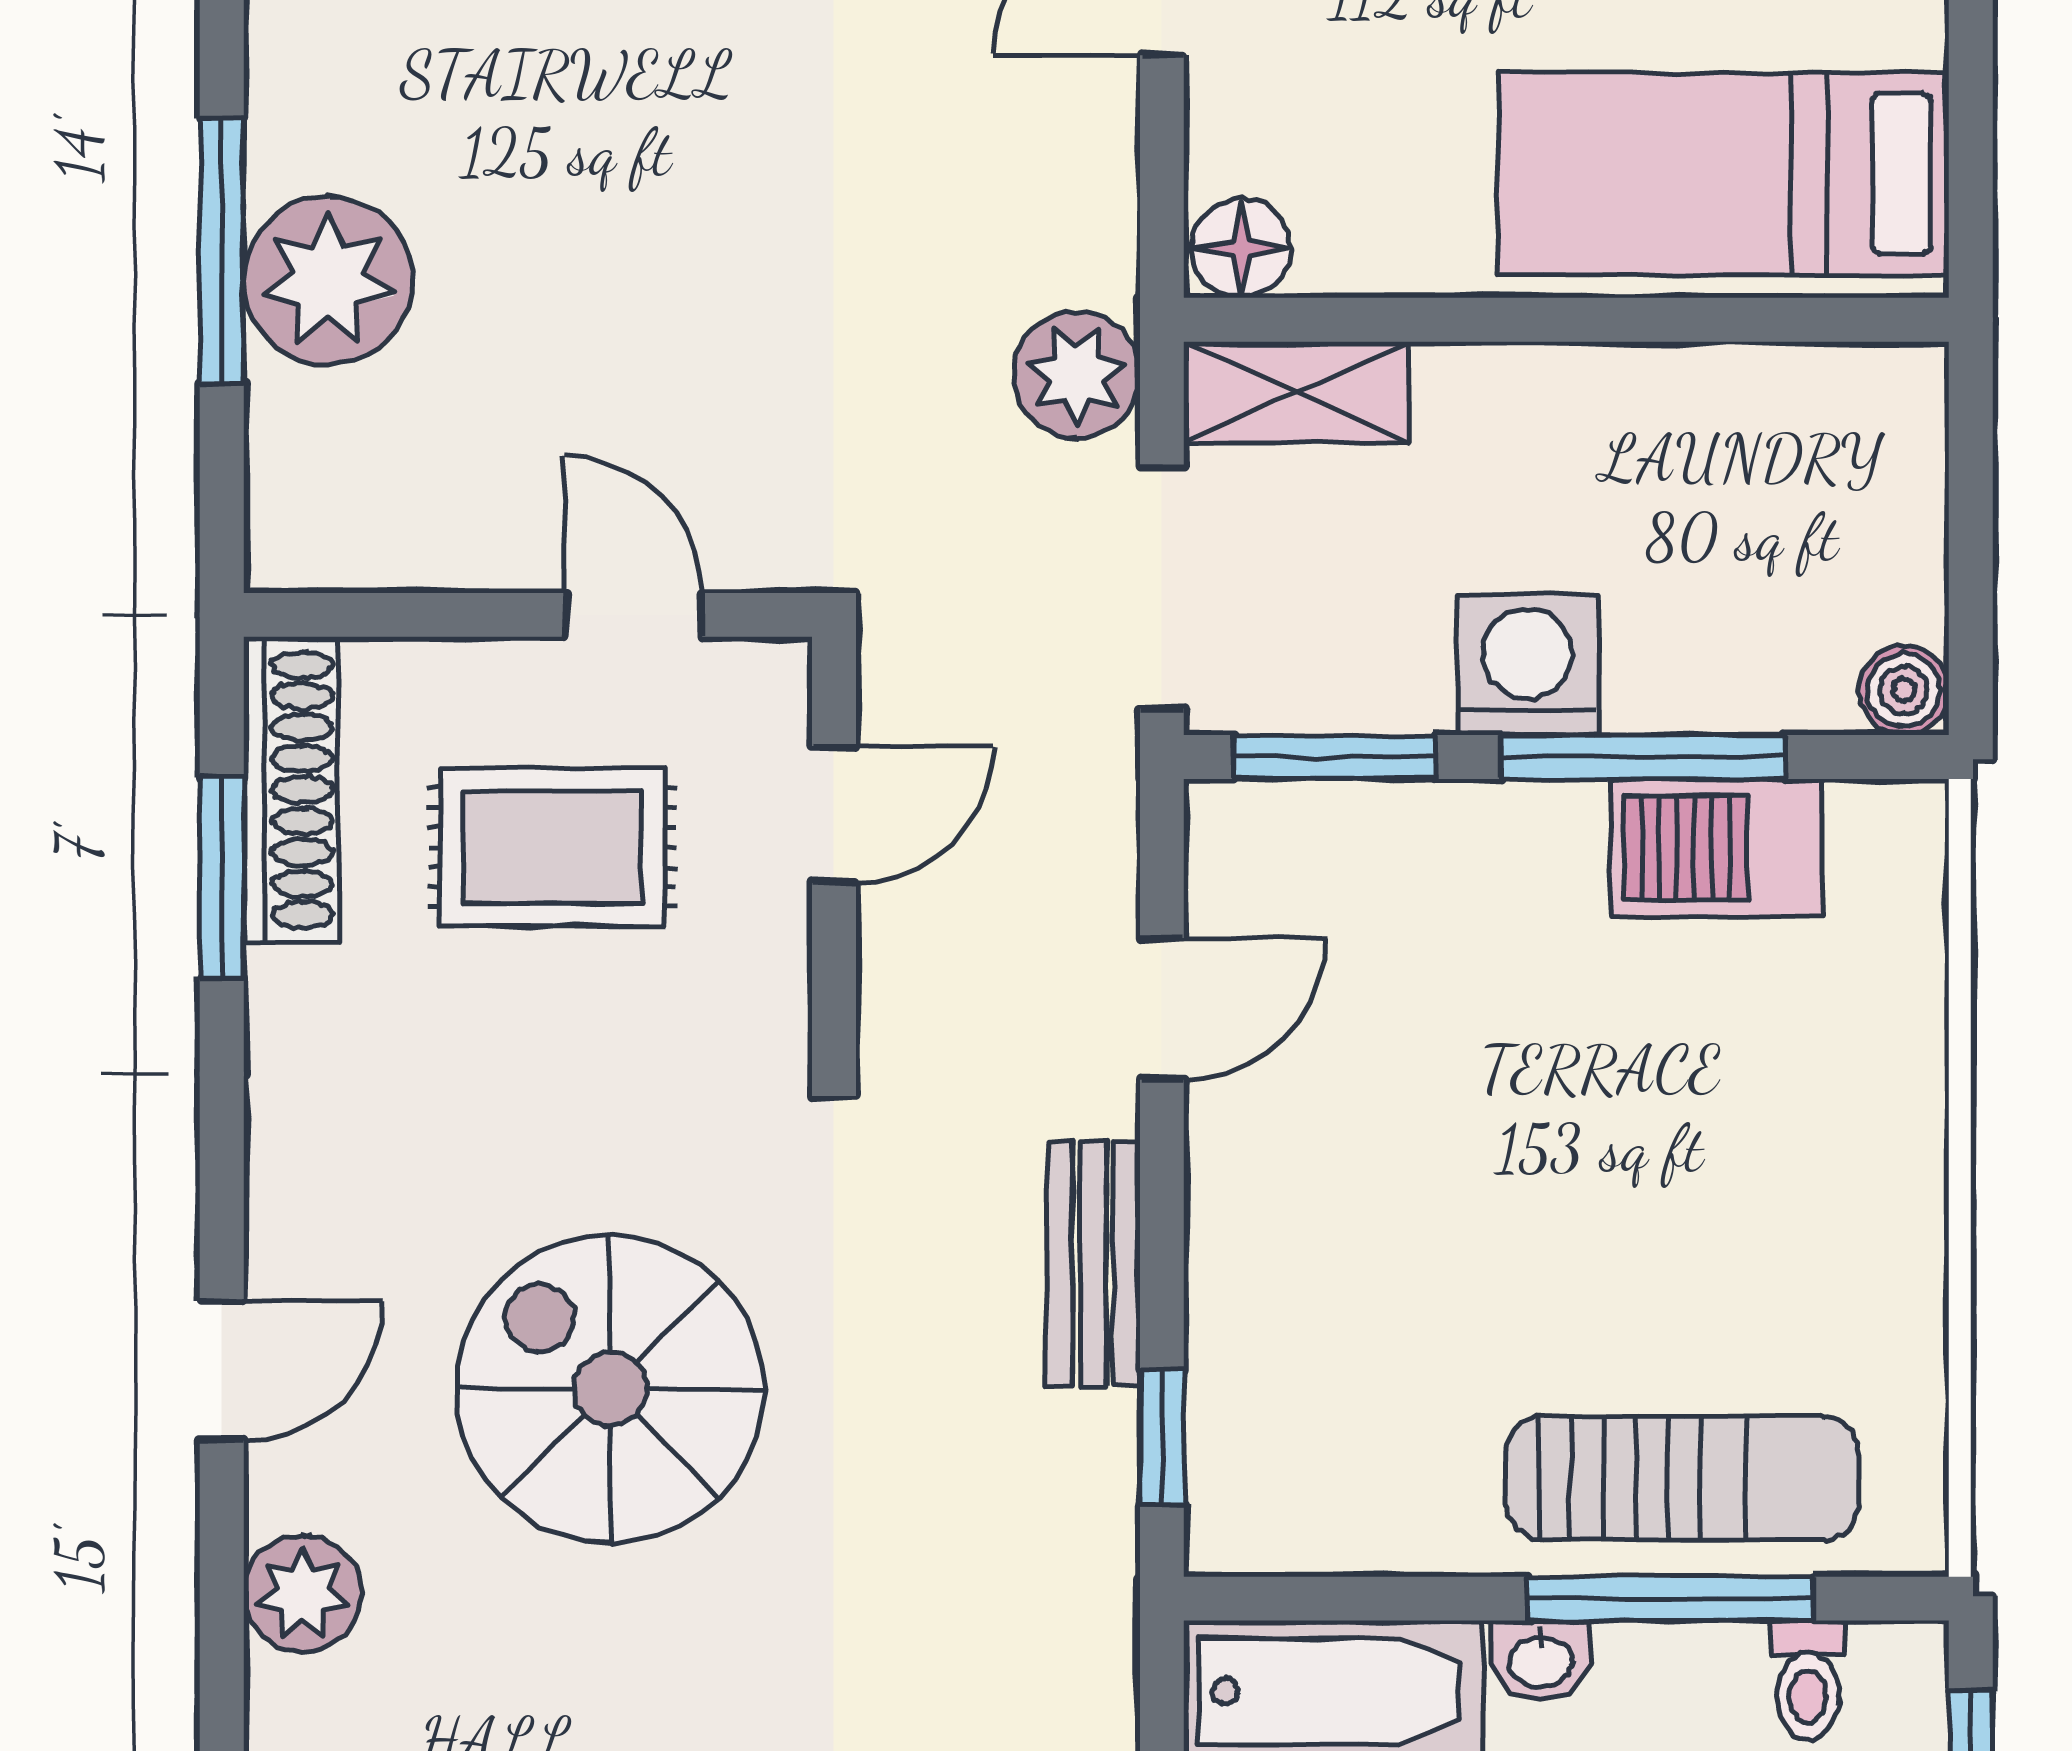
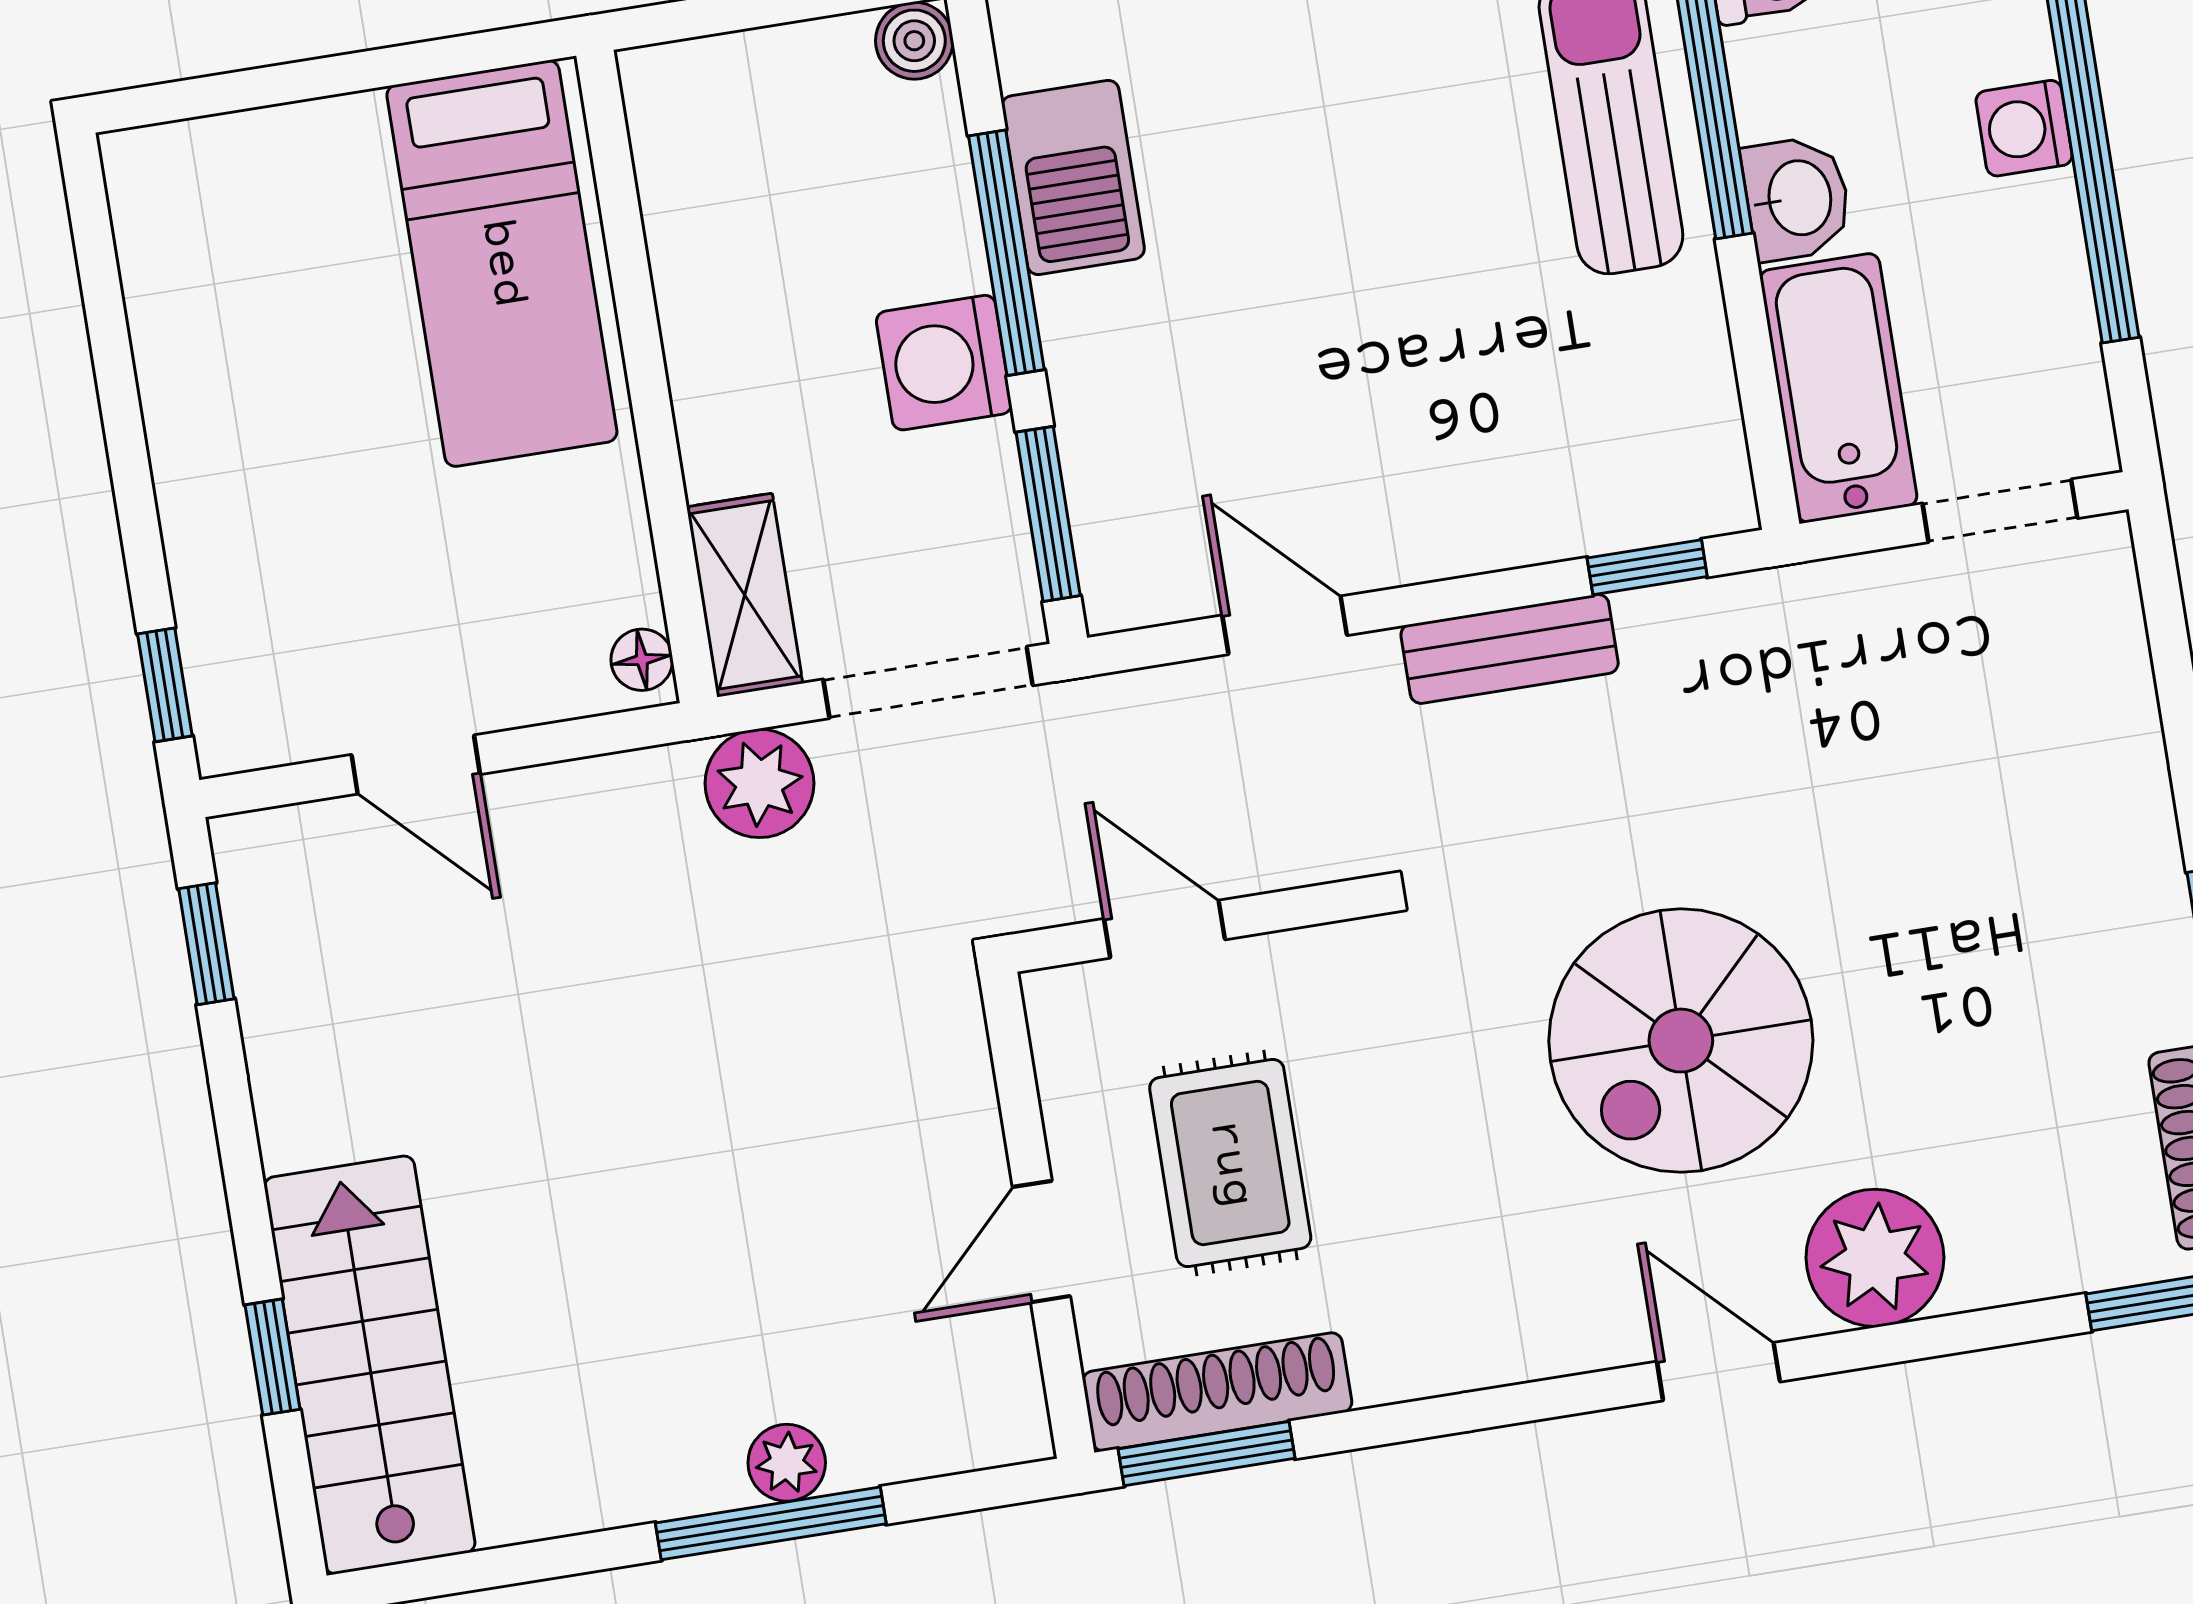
floor lamp: (1241, 249) -> (642, 660), width x0.73, depth x0.73
plant: (328, 281) -> (787, 1463), width x0.53, depth x0.53
door: (633, 615) -> (1041, 1242), moved
window: (222, 877) -> (1206, 1454), moved
plant: (303, 1594) -> (1875, 1258), width x1.36, depth x1.36
washbasin: (1541, 1660) -> (1797, 198), width x1.38, depth x1.45

